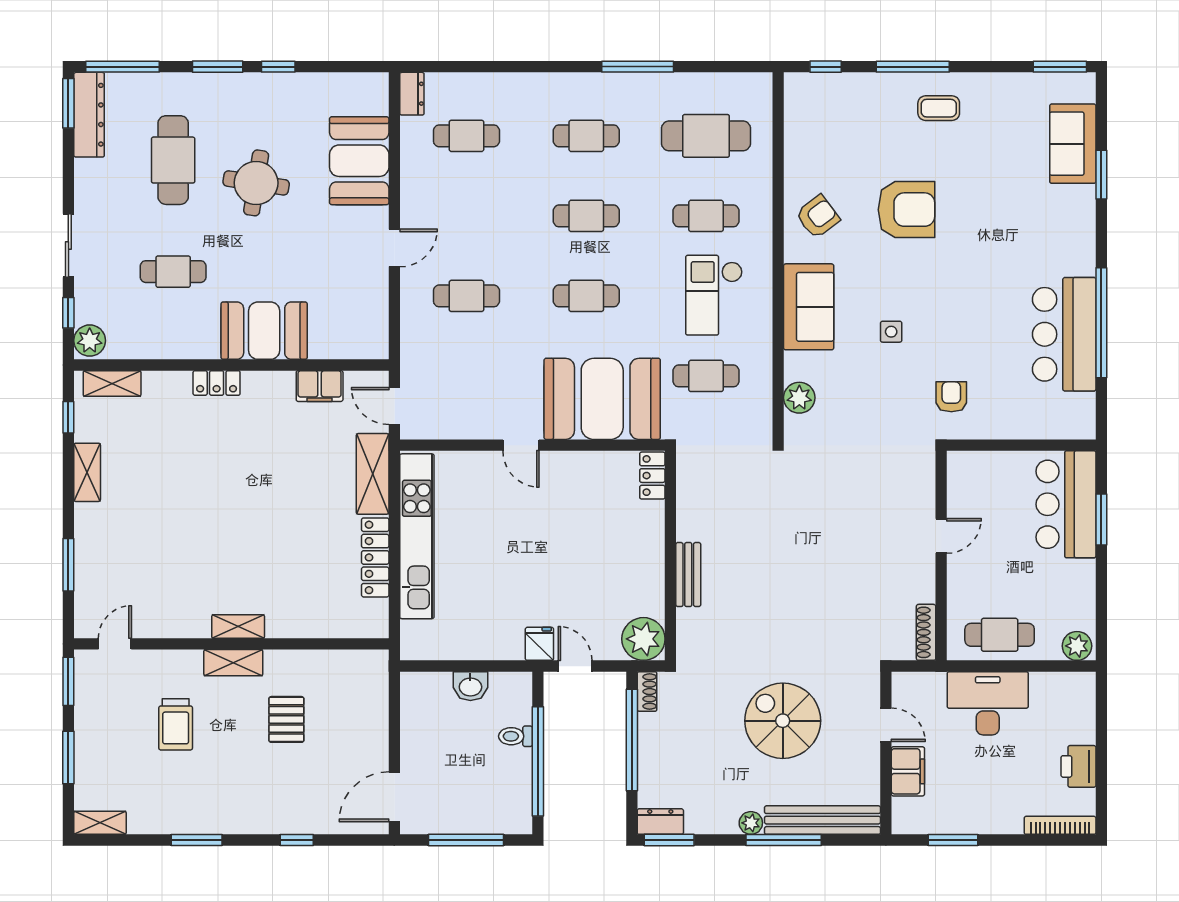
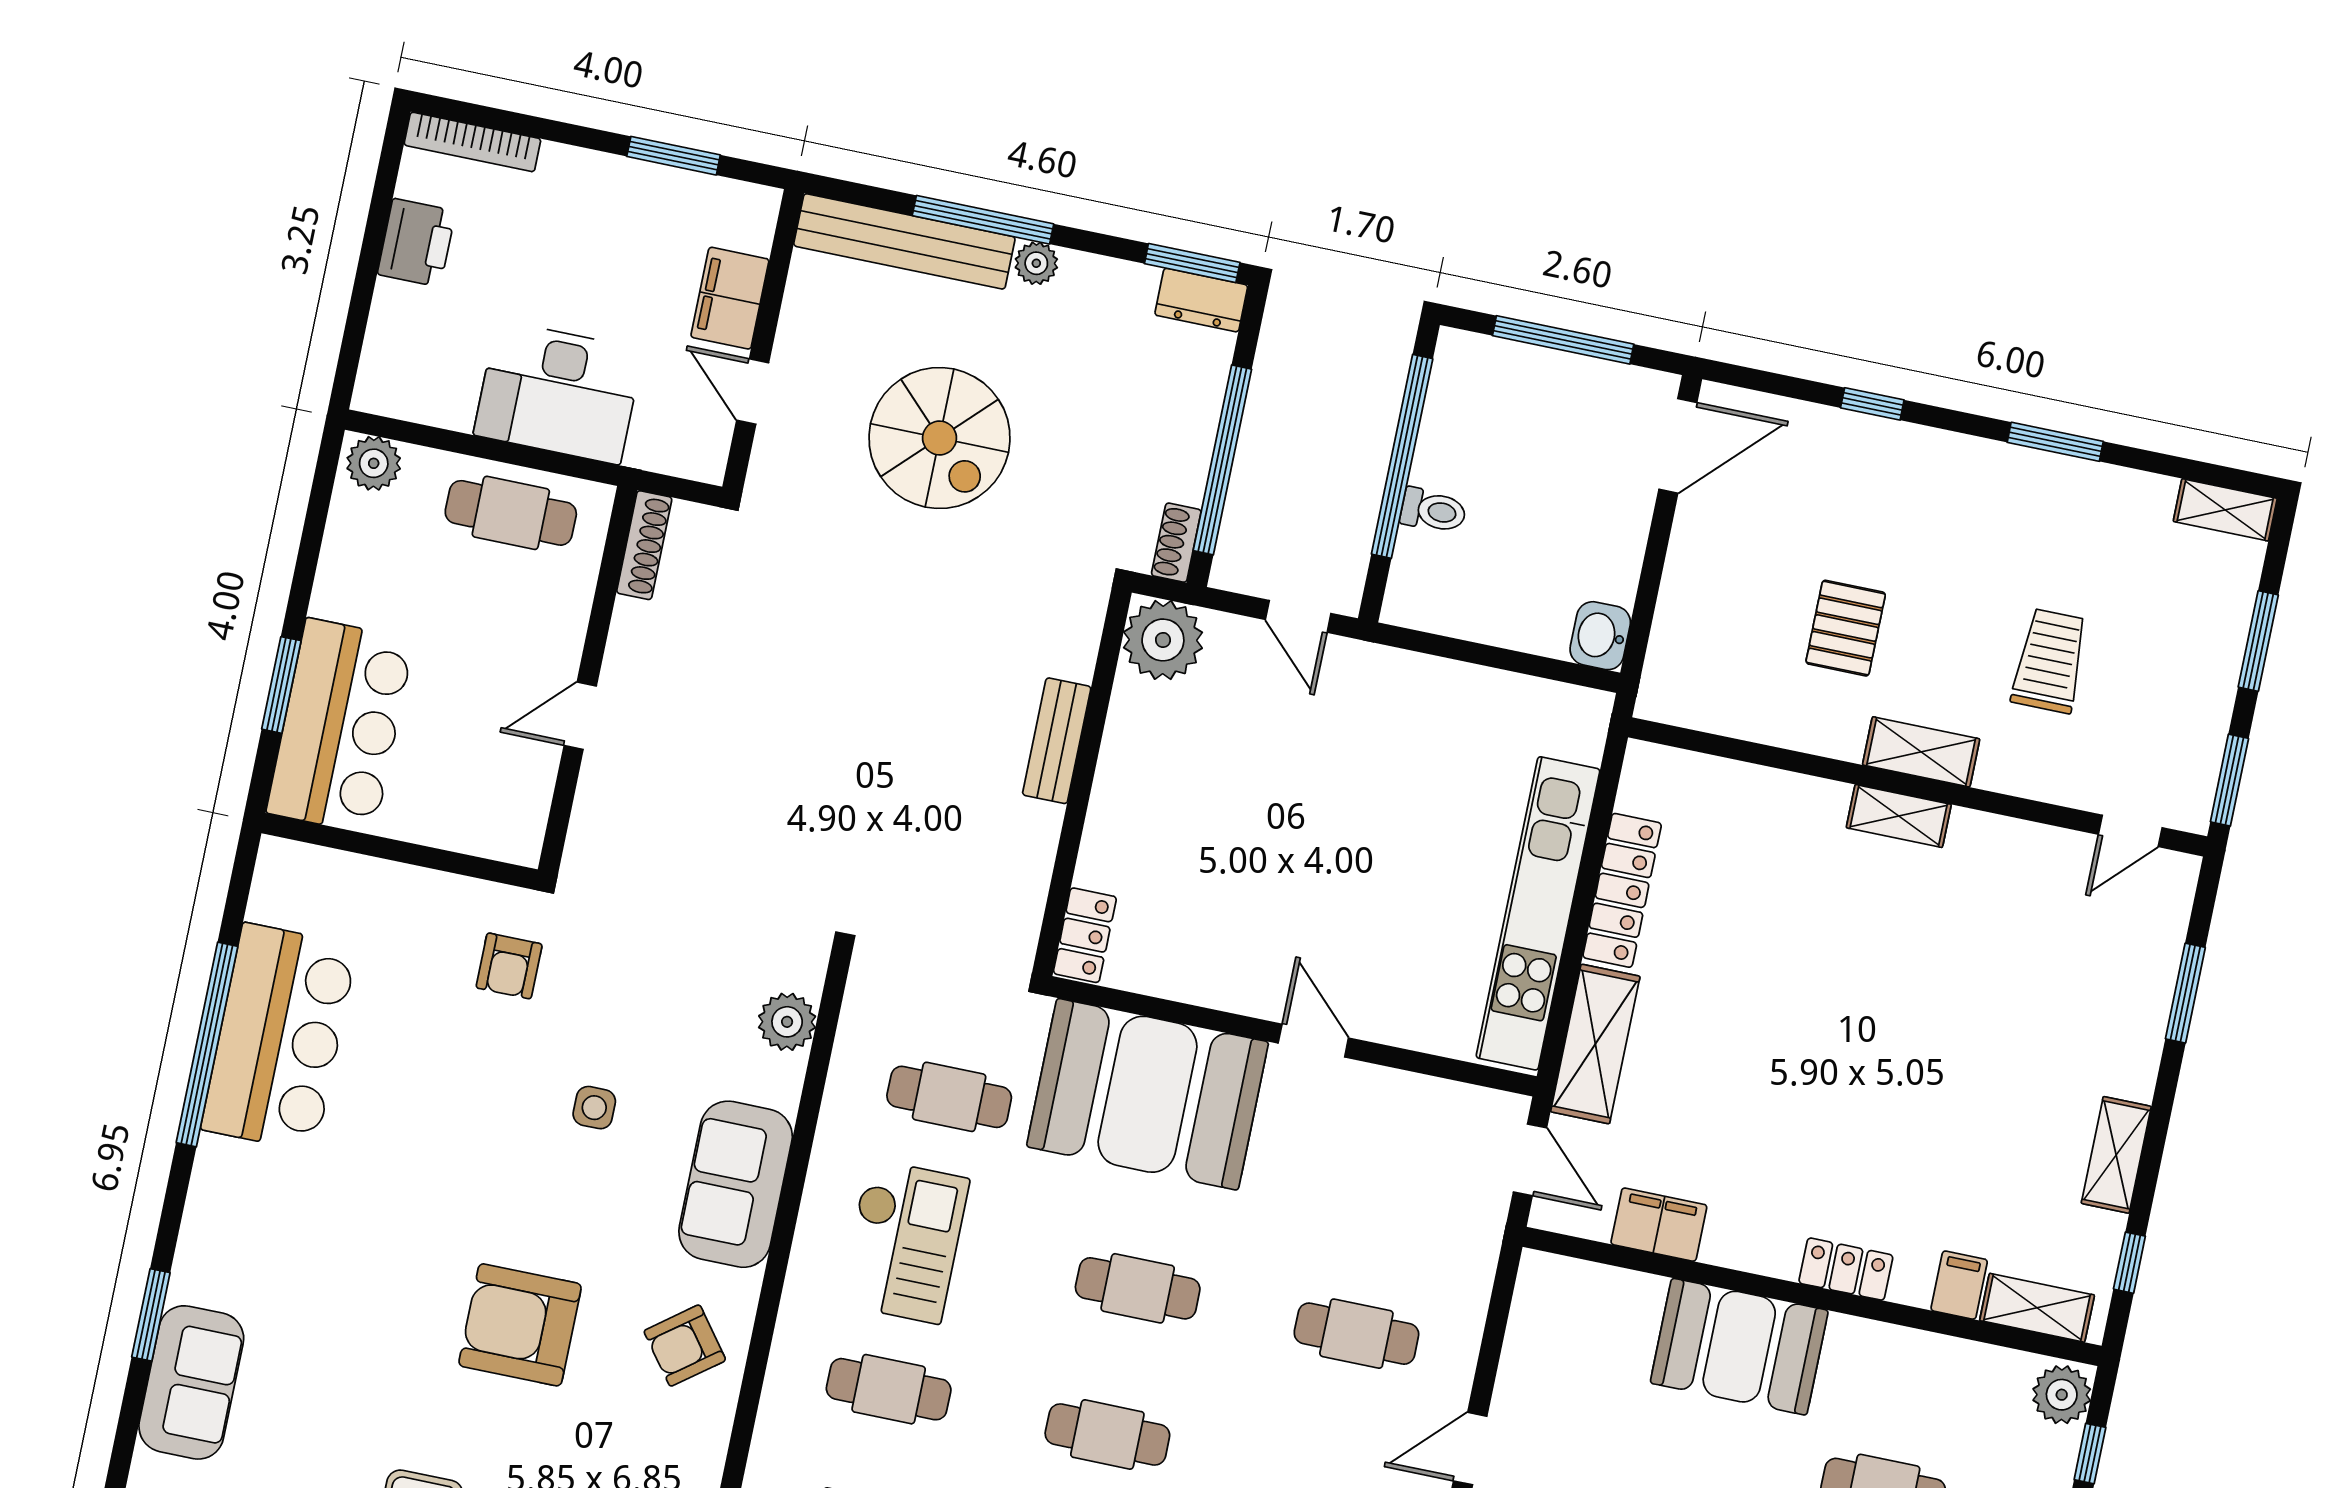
filing cabinet: (155, 387) -> (1959, 1285), added
fridge: (539, 644) -> (1355, 670), removed
washbasin: (470, 686) -> (1600, 636), moved, turned -90

